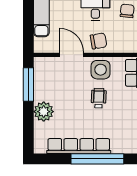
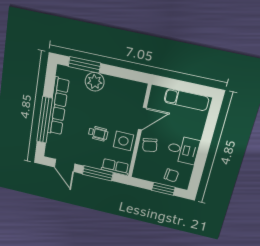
window: (28, 85) -> (84, 65), moved

